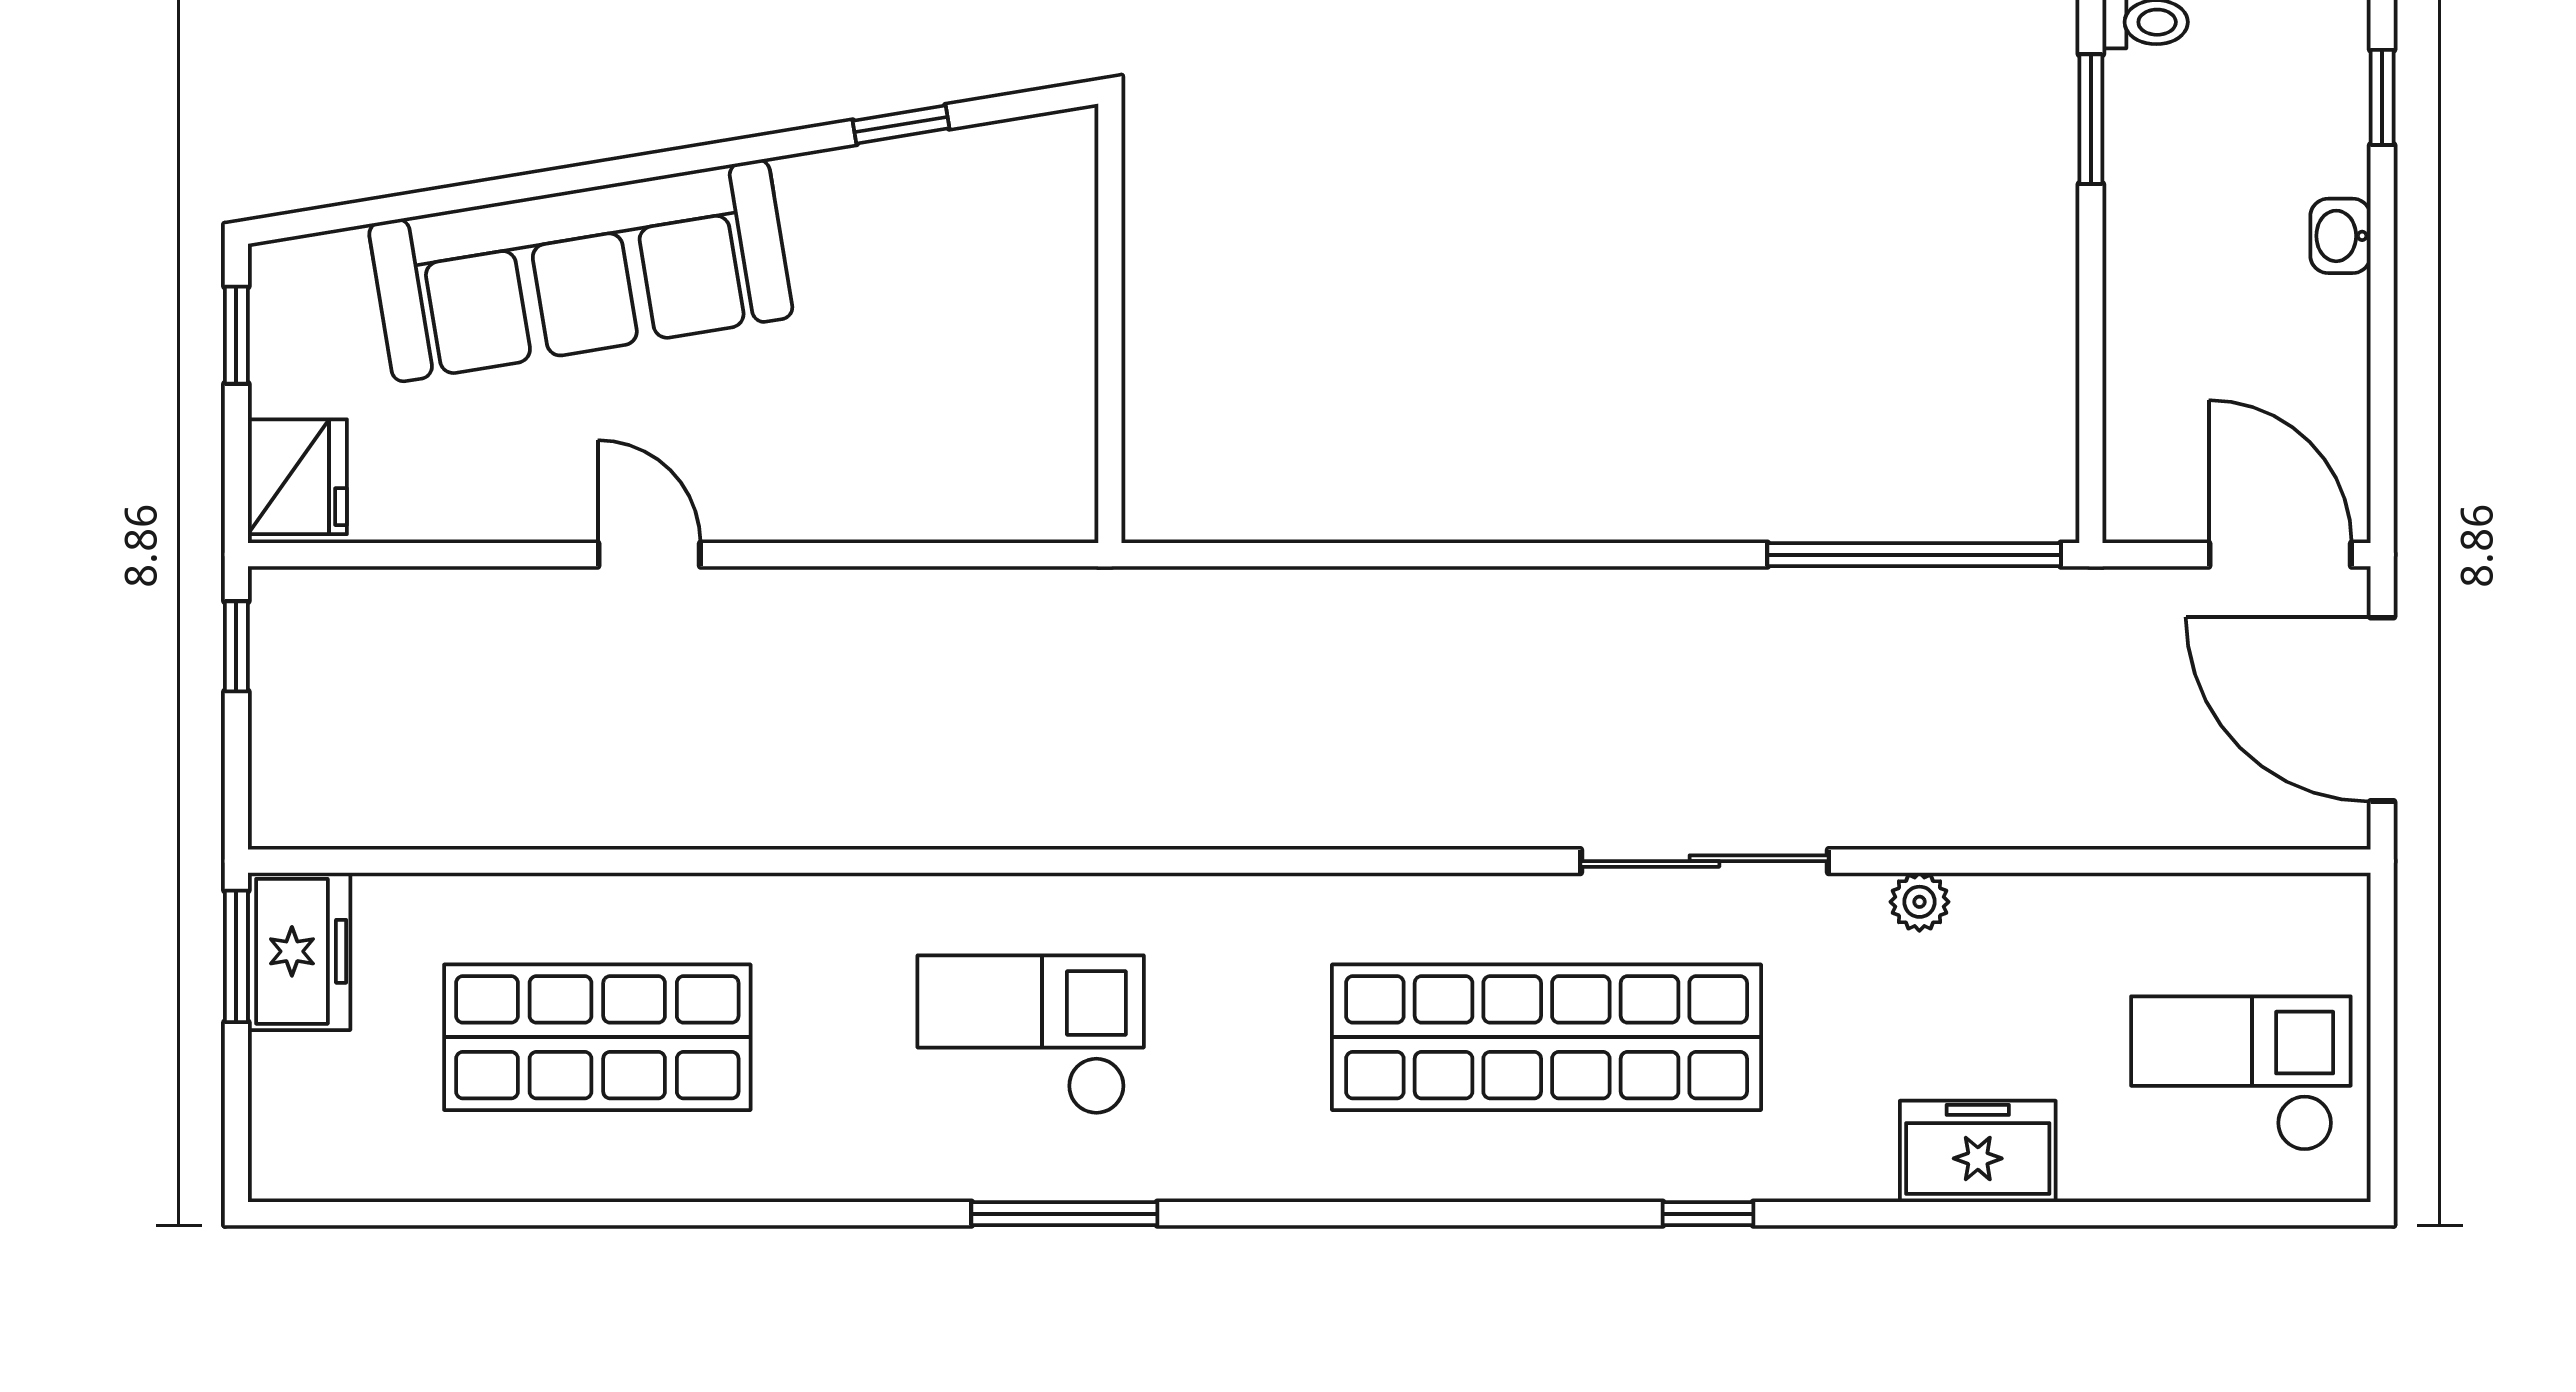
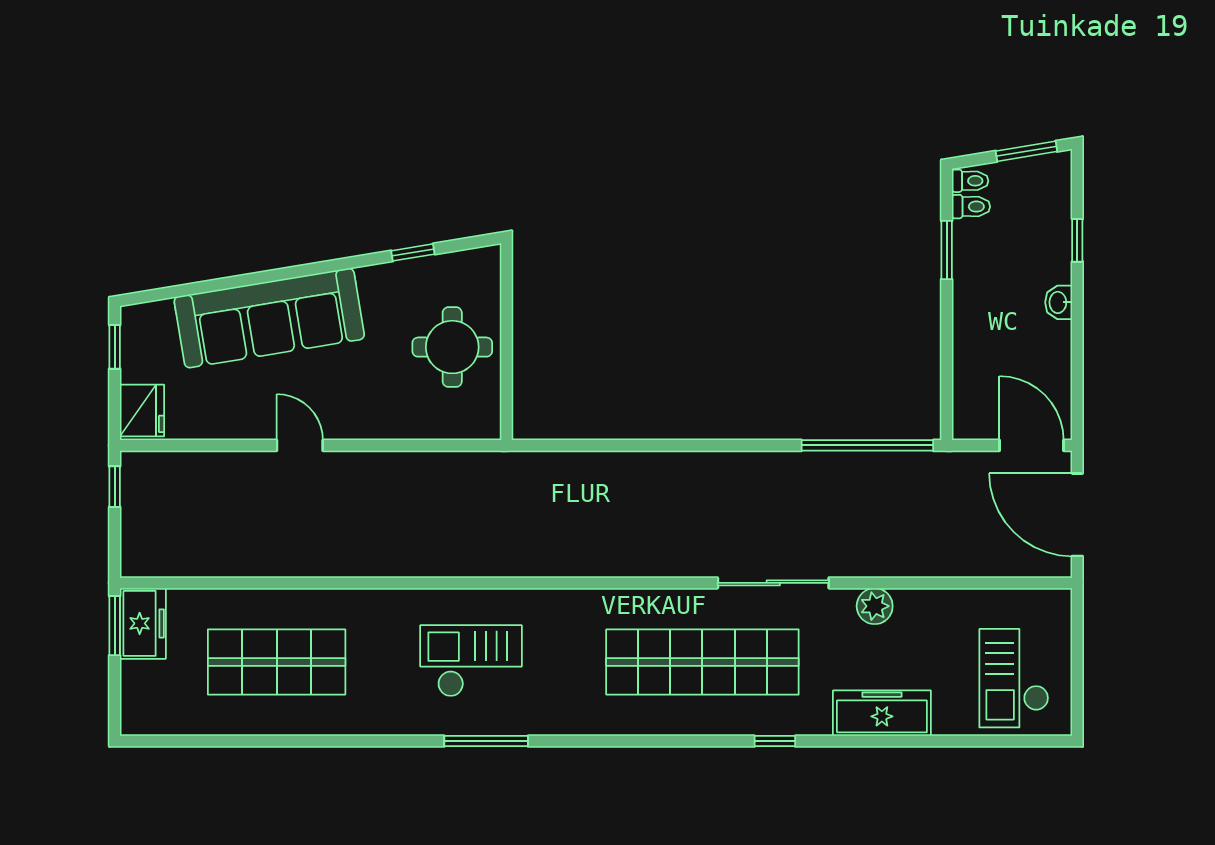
round table: (989, 335) -> (452, 347), added
plant: (1919, 902) -> (875, 606), width x1.38, depth x1.38
checkout: (2241, 1073) -> (1014, 678), turned -90
freezer: (1978, 1151) -> (882, 713), width x1.40

